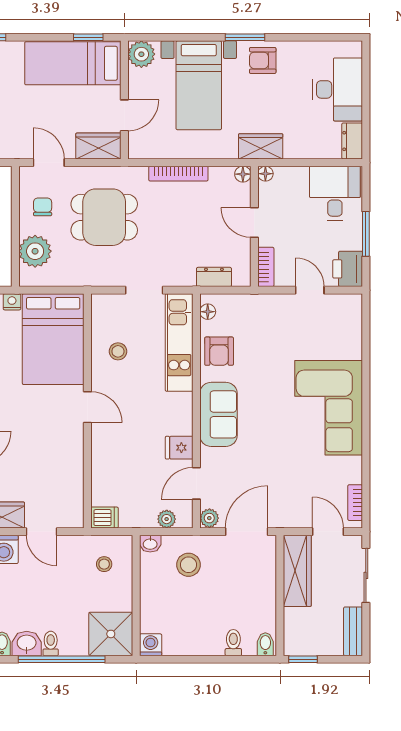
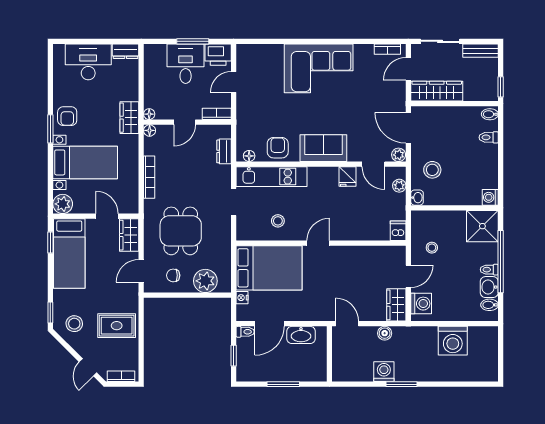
desk: (335, 193) -> (186, 64), moved, turned 90
armchair: (219, 351) -> (278, 148), turned -90
stool: (104, 564) -> (432, 248), moved

